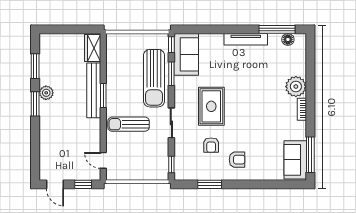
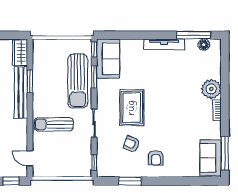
window: (103, 96) -> (30, 81), moved
armchair: (211, 145) -> (131, 144), turned 111
armchair: (237, 160) -> (156, 158), turned 90

